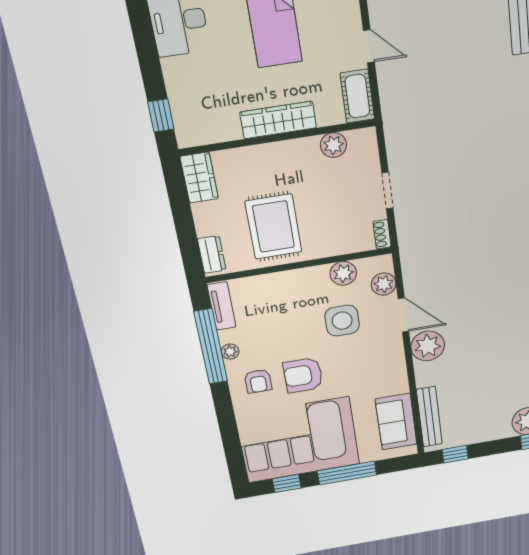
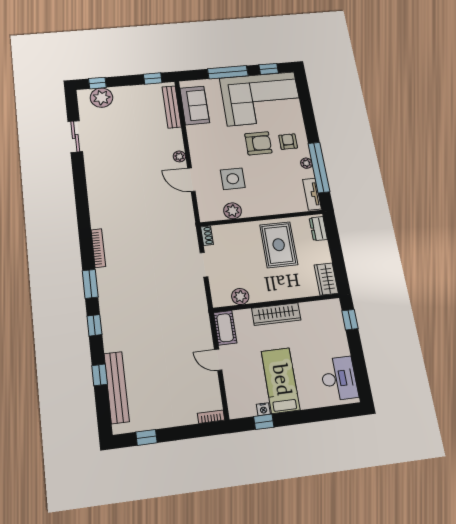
plant: (384, 284) -> (205, 202), removed
plant: (428, 346) -> (179, 156), width x0.53, depth x0.53

